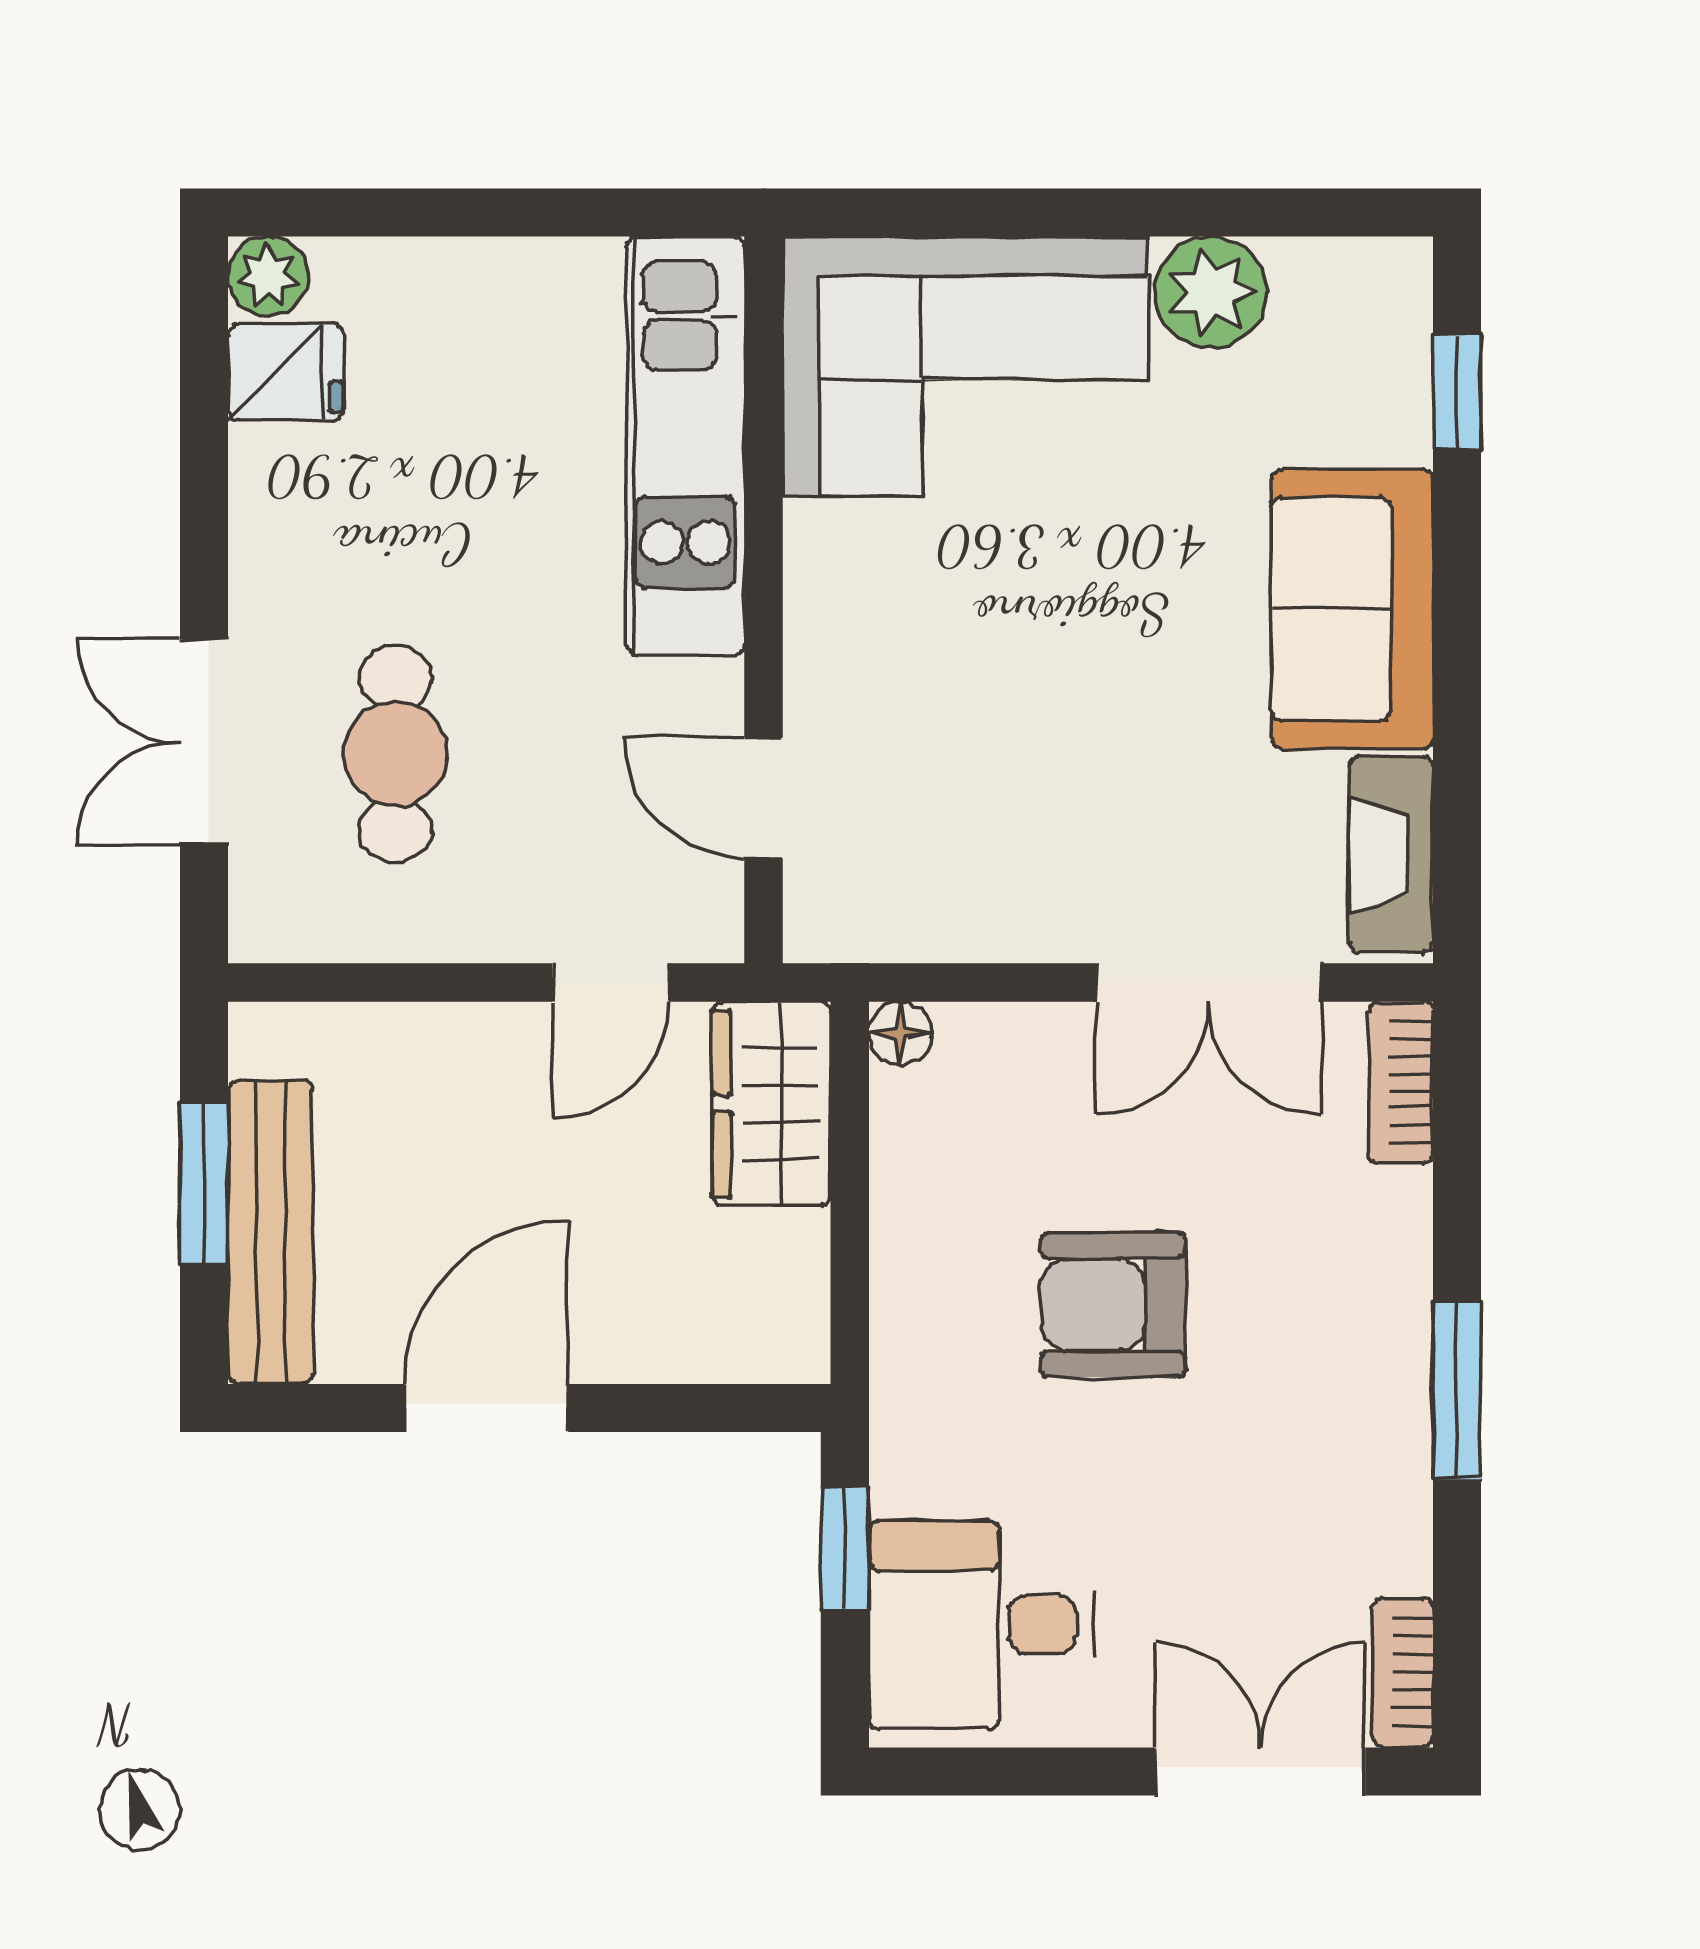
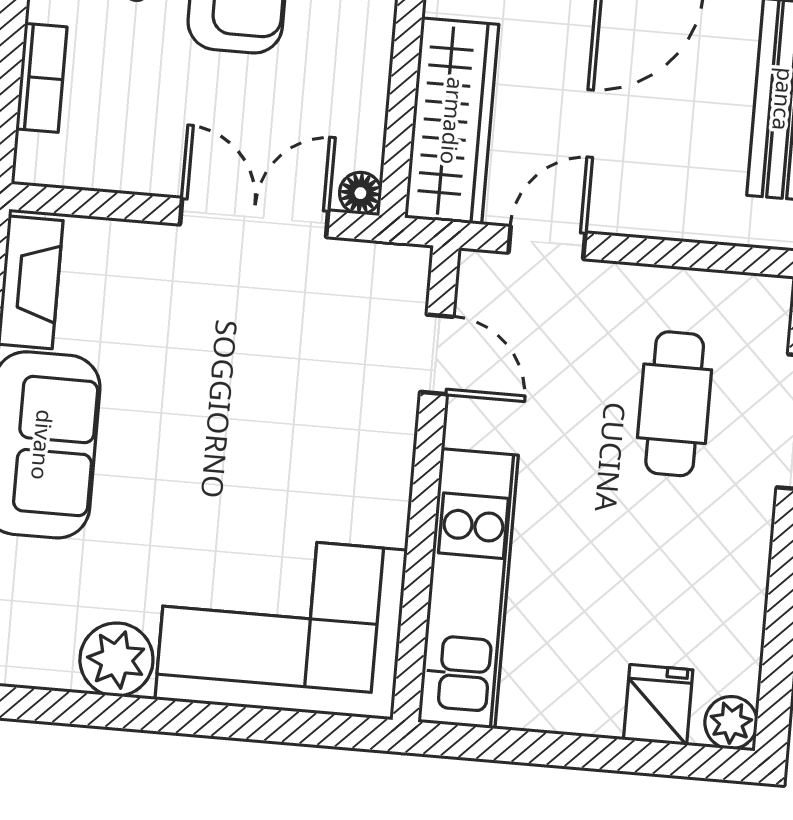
fridge: (286, 372) -> (658, 705), moved, turned 90
double door: (1209, 982) -> (254, 218), moved
bookcase: (1401, 1082) -> (41, 78), moved
wardrobe: (771, 1104) -> (452, 121), width x1.50

